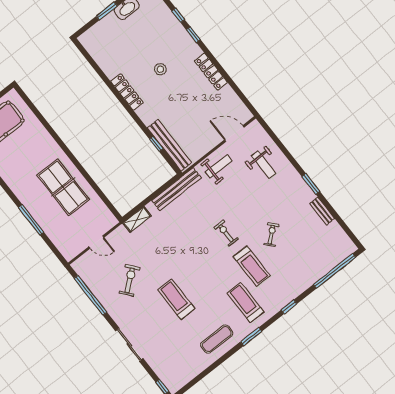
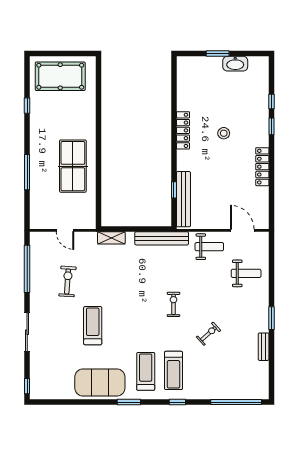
weight bench: (264, 165) -> (246, 273), turned -90
treadmill: (252, 266) -> (173, 370), moved
exercise bike: (130, 280) -> (68, 281), turned -47
exercise mat: (217, 339) -> (100, 382), width x2.00, depth x1.45

